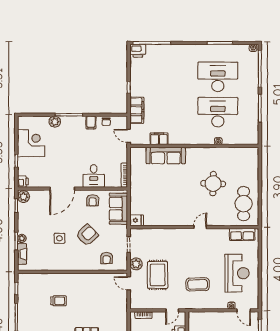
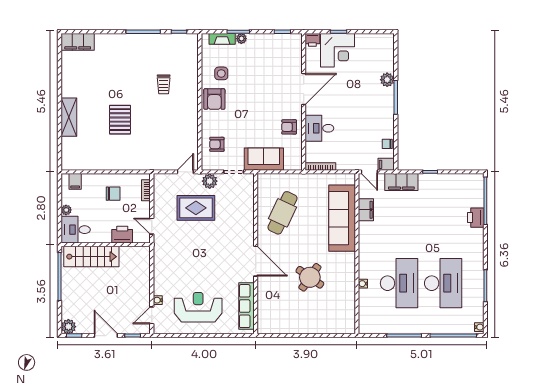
printer: (138, 51) -> (476, 218), moved
filing cabinet: (91, 123) -> (386, 164), moved
door: (129, 136) -> (369, 172), swing flipped
corner desk: (31, 143) -> (338, 50), moved
sofa: (166, 156) -> (342, 218), width x1.36, depth x1.27
round table: (213, 184) -> (310, 277), turned 33
door: (62, 189) -> (304, 89), swing flipped
plant: (23, 197) -> (294, 41), removed
cafe table: (244, 204) -> (283, 213), moved, turned -65
sofa: (118, 209) -> (264, 159), moved
fridge: (137, 220) -> (264, 182), removed
door: (200, 227) -> (256, 261), width x1.88
row of seats: (242, 234) -> (246, 306), width x1.48
armchair: (87, 235) -> (214, 99), moved, turned 43
side table: (59, 238) -> (221, 73), moved
reception desk: (237, 273) -> (198, 307), turned 180
coffee table: (198, 284) -> (184, 258), removed

